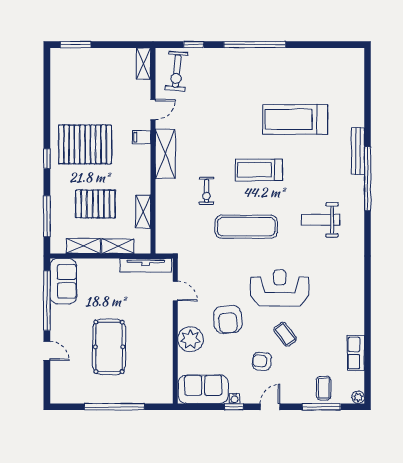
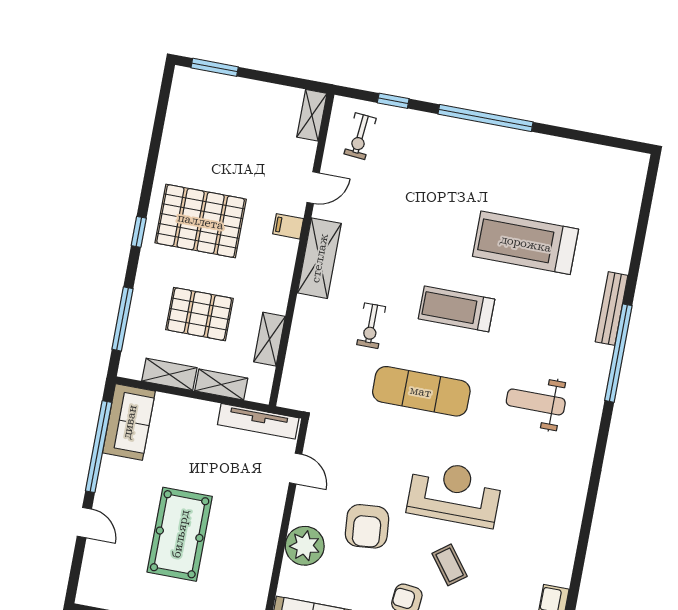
exercise bike: (177, 71) -> (360, 136), width x0.73, depth x0.72

